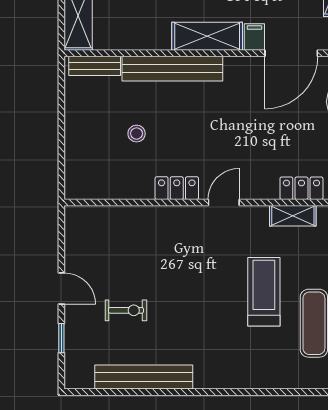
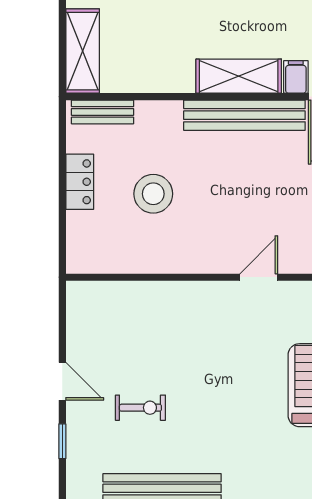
bench: (172, 69) -> (244, 115), moved
stool: (137, 134) -> (153, 194), width x1.89, depth x1.89
locker: (177, 188) -> (80, 182), moved, turned 90

